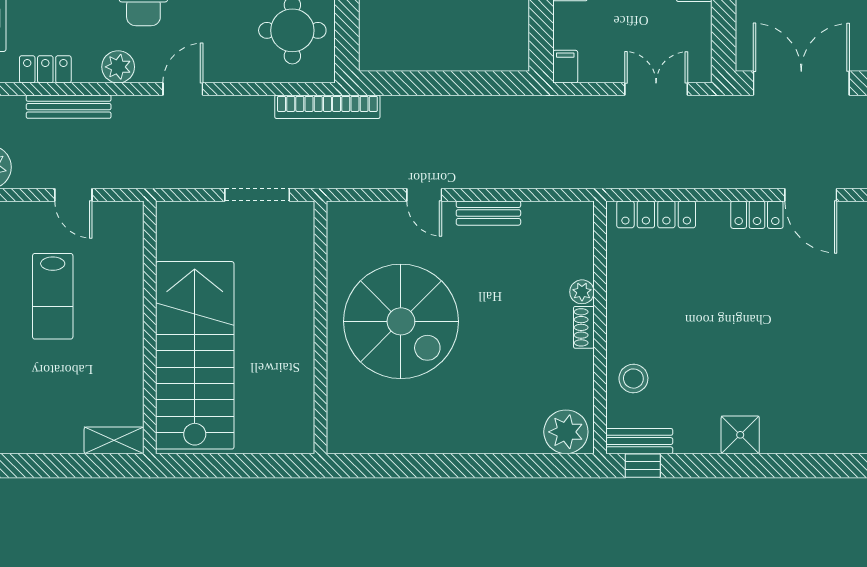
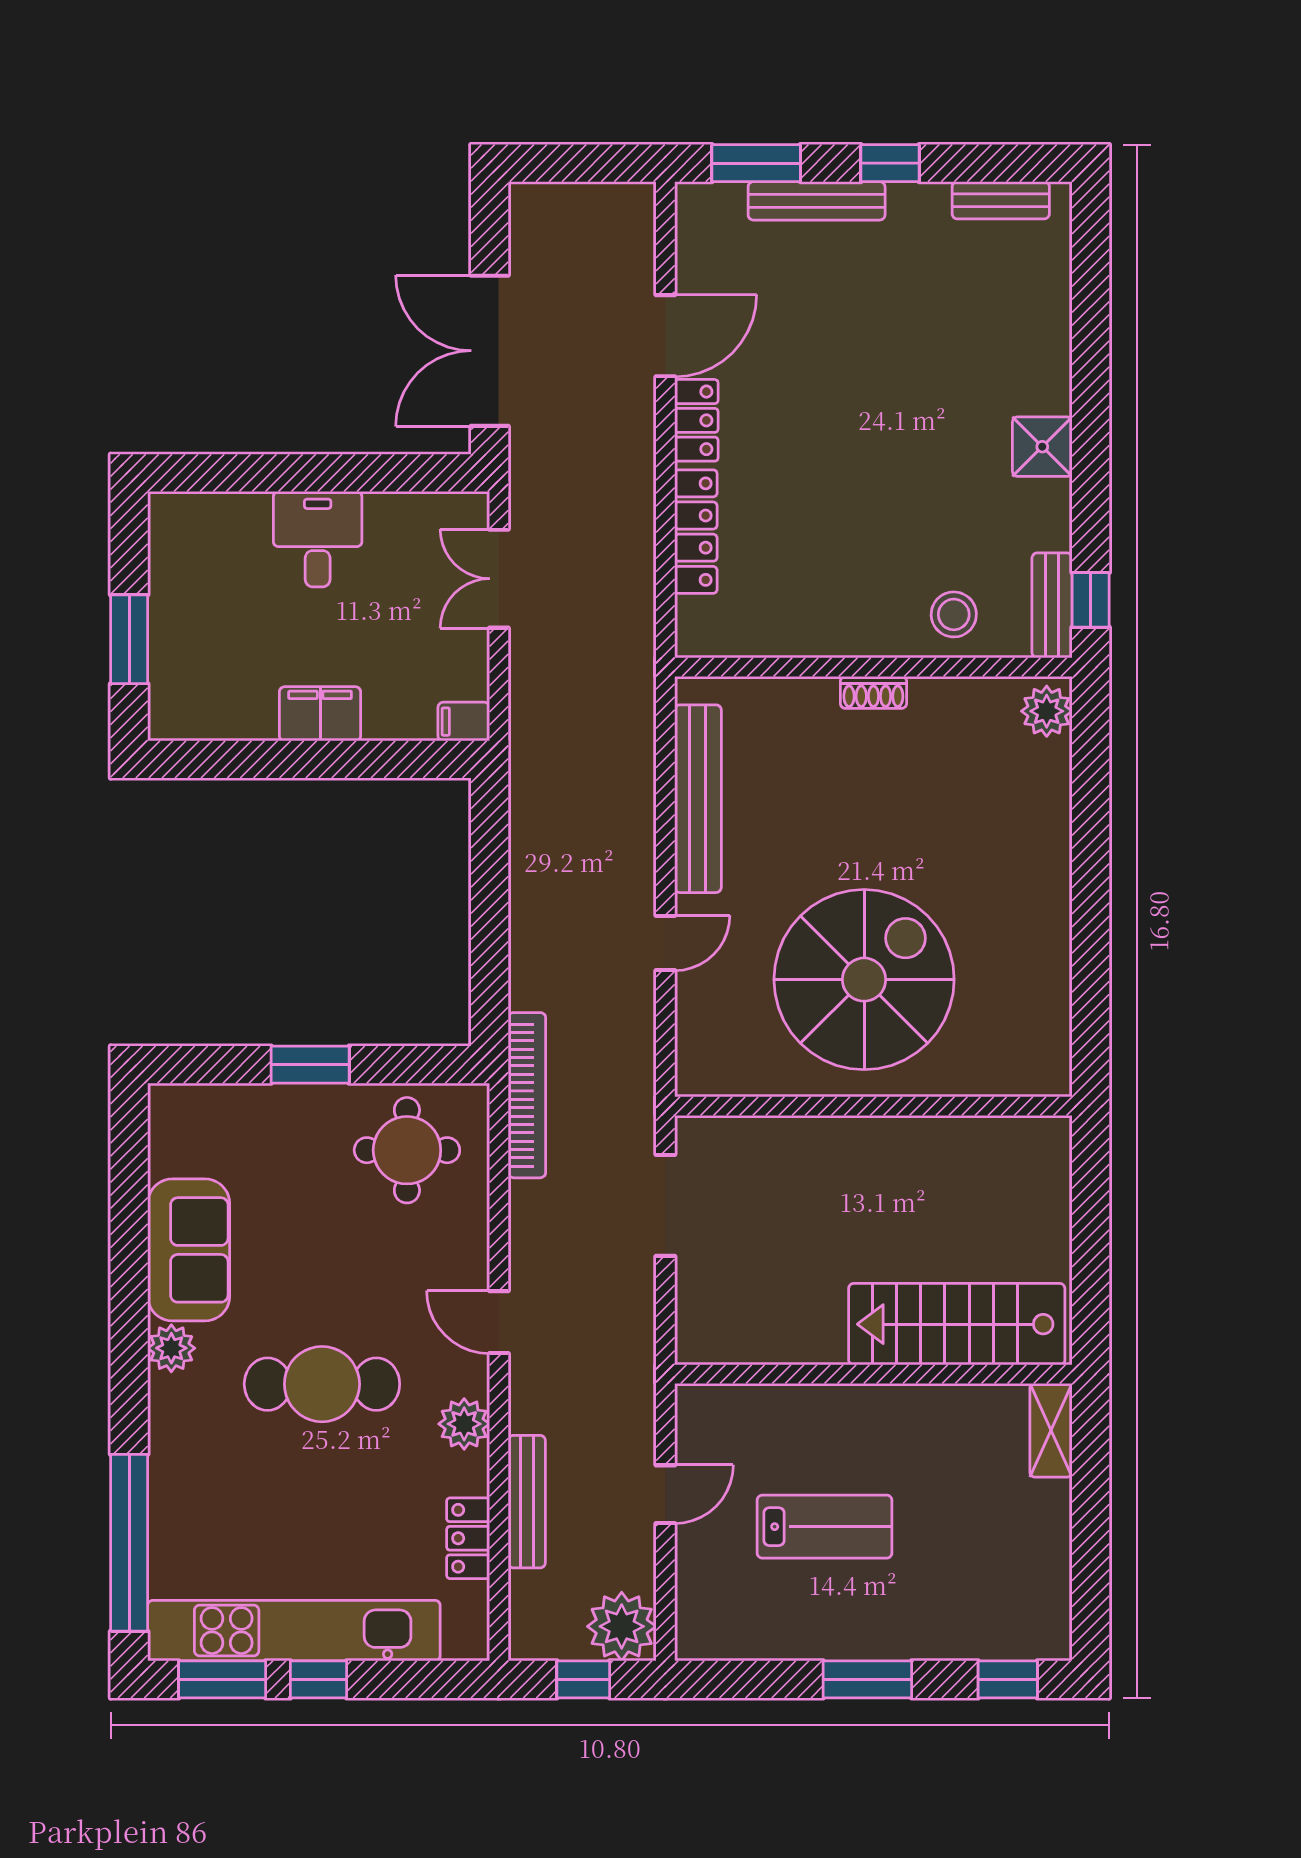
bench: (488, 213) -> (698, 799), width x1.86, depth x1.21
locker: (656, 214) -> (696, 532), moved
plant: (582, 292) -> (818, 695), removed
stairs: (195, 355) -> (957, 1324), width x0.73, depth x0.66
plant: (566, 432) -> (1047, 711), width x0.73, depth x0.73

